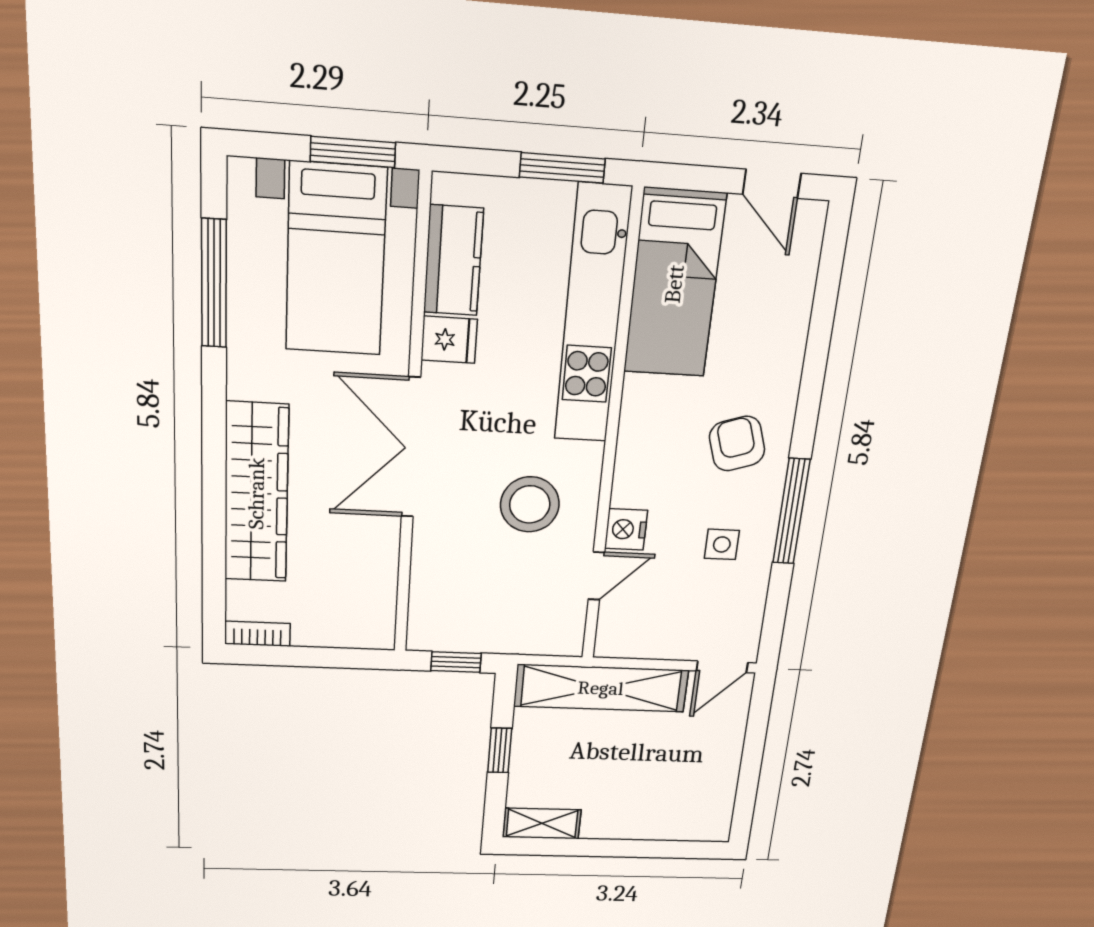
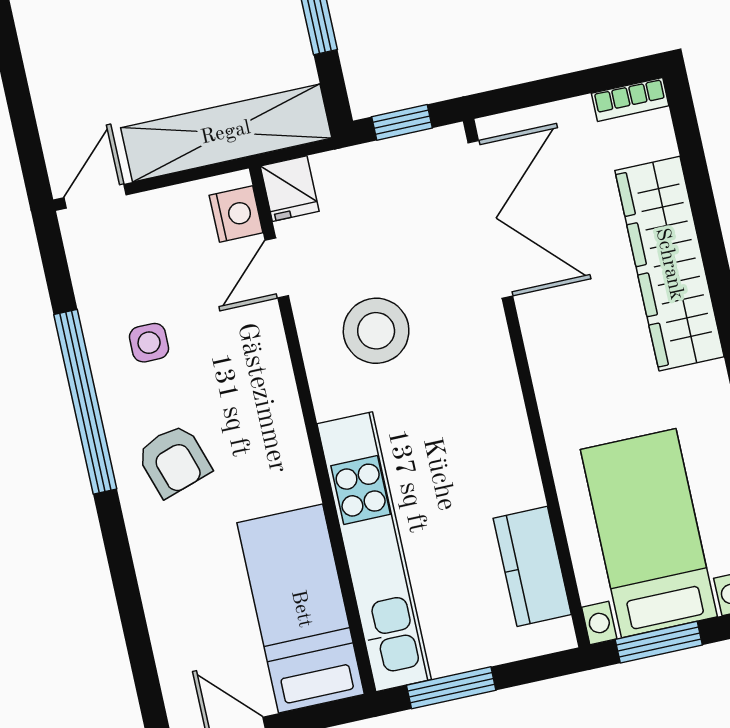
fridge: (449, 340) -> (290, 189), moved, turned -90
double door: (411, 448) -> (490, 219), moved
window: (791, 511) -> (85, 402), width x1.46
nightstand: (626, 529) -> (236, 214), moved

